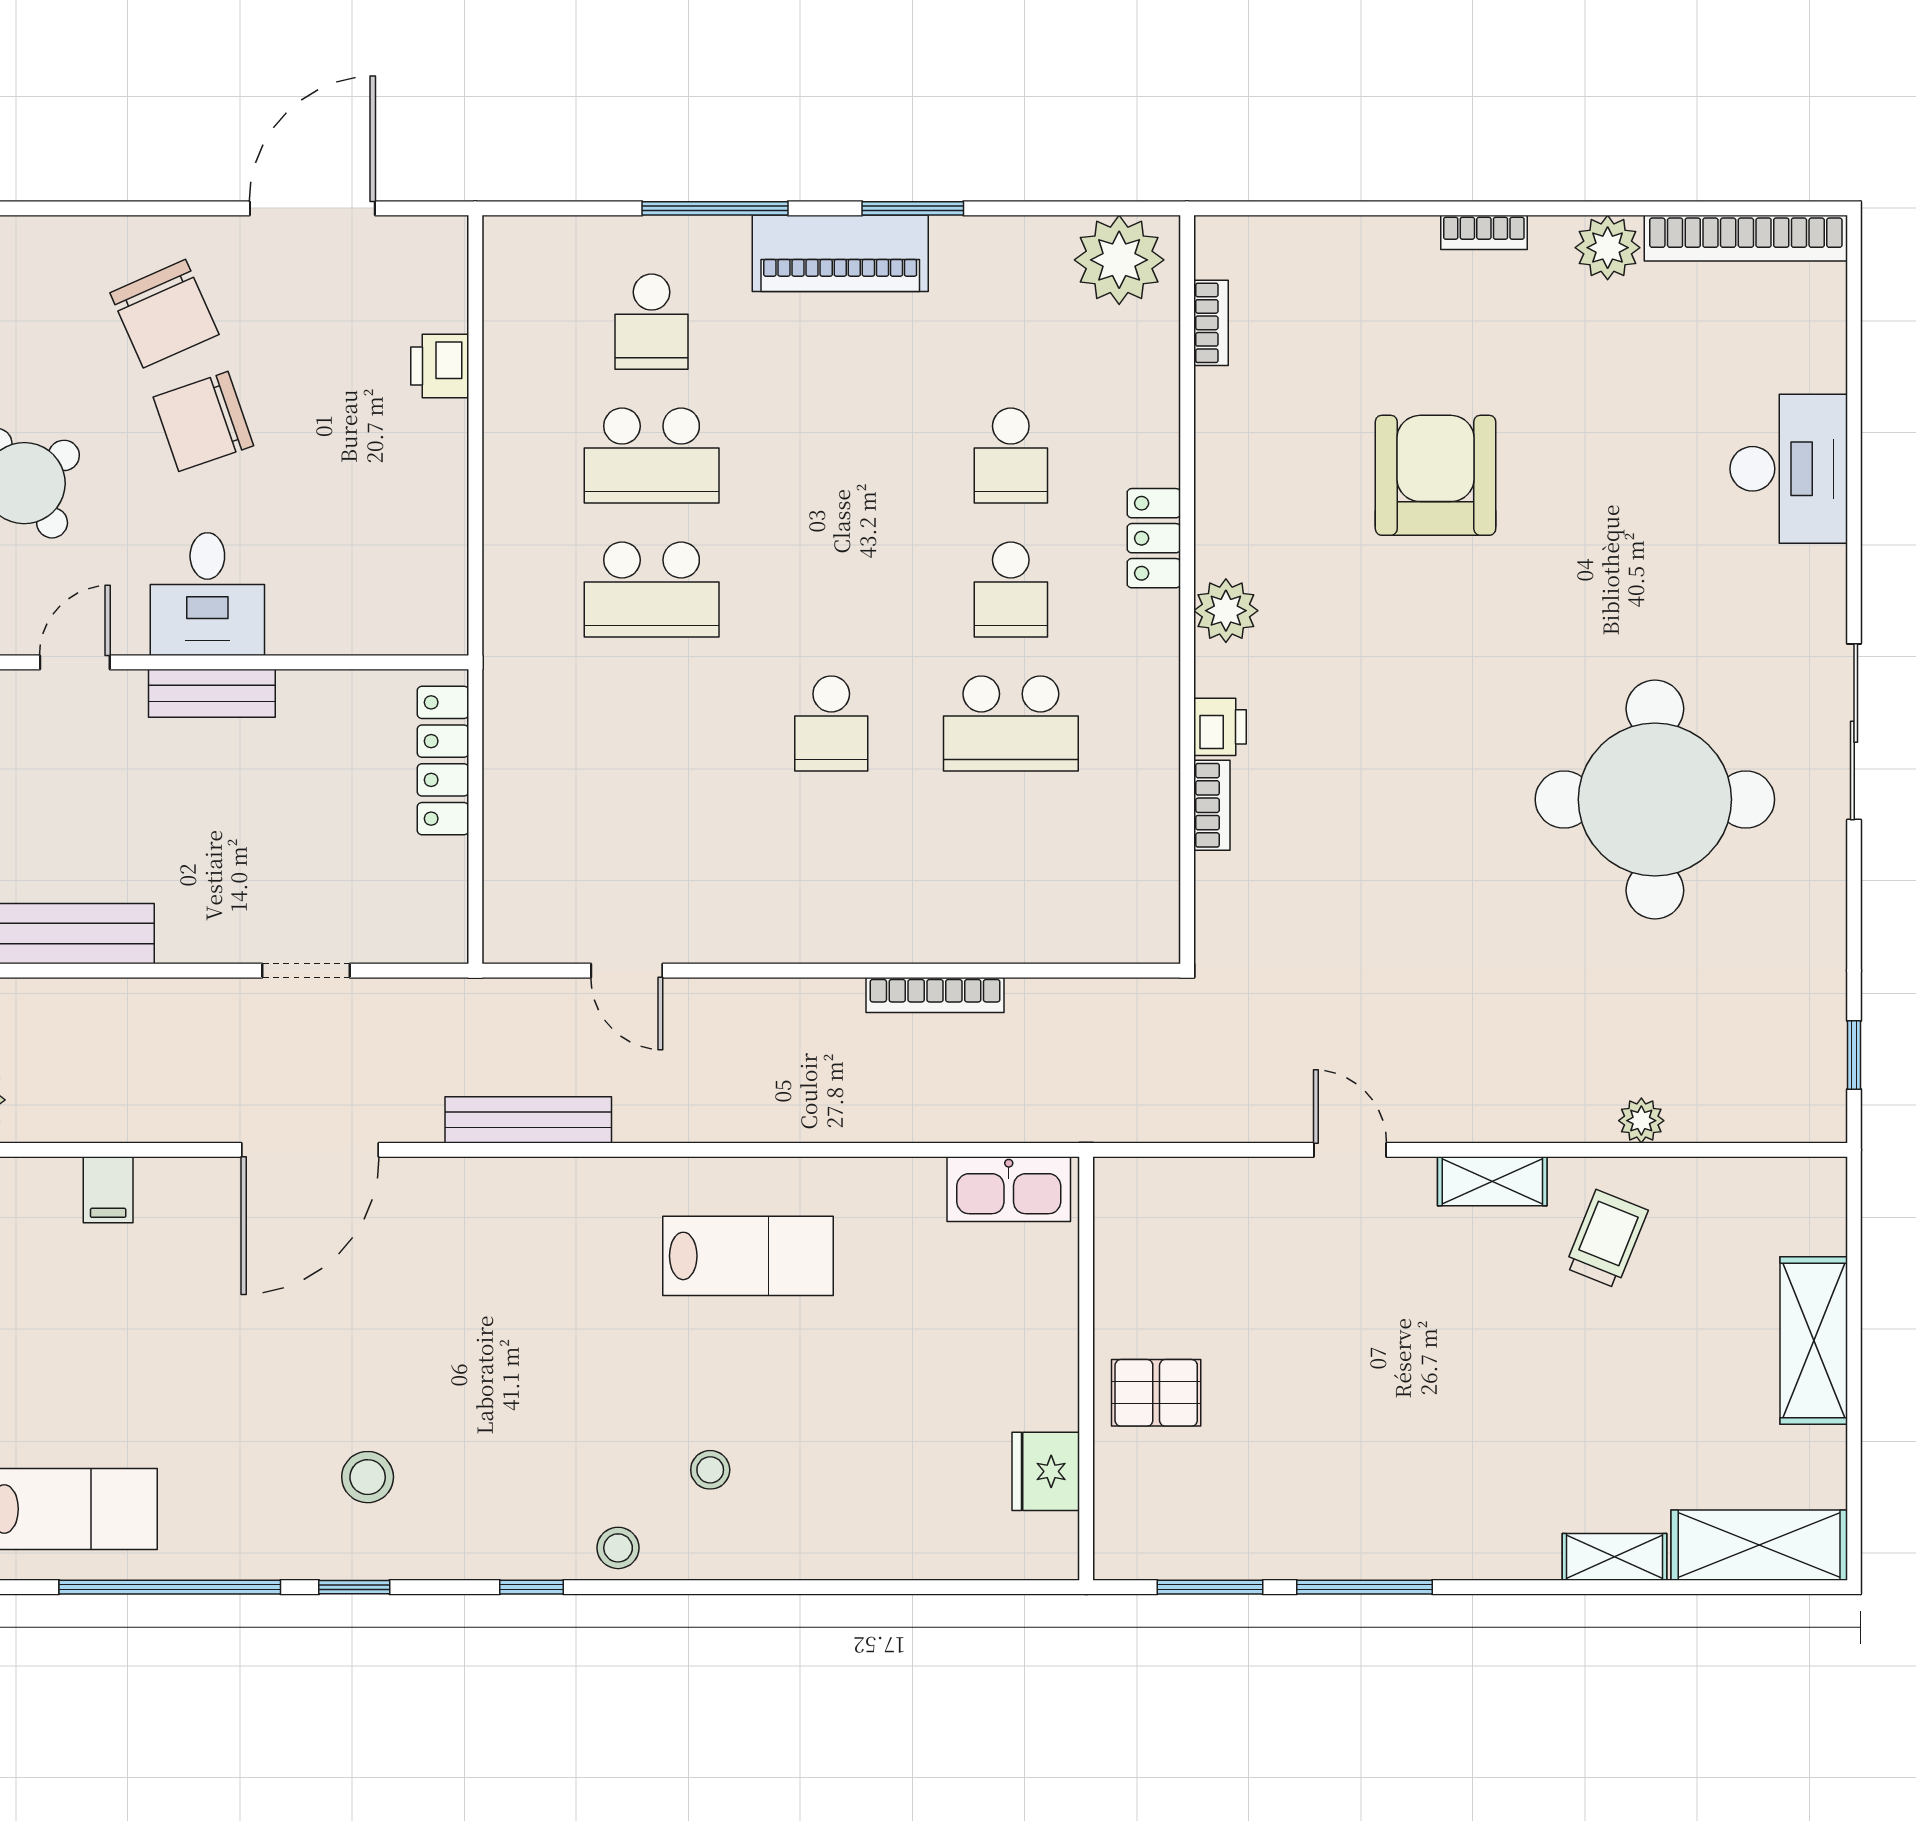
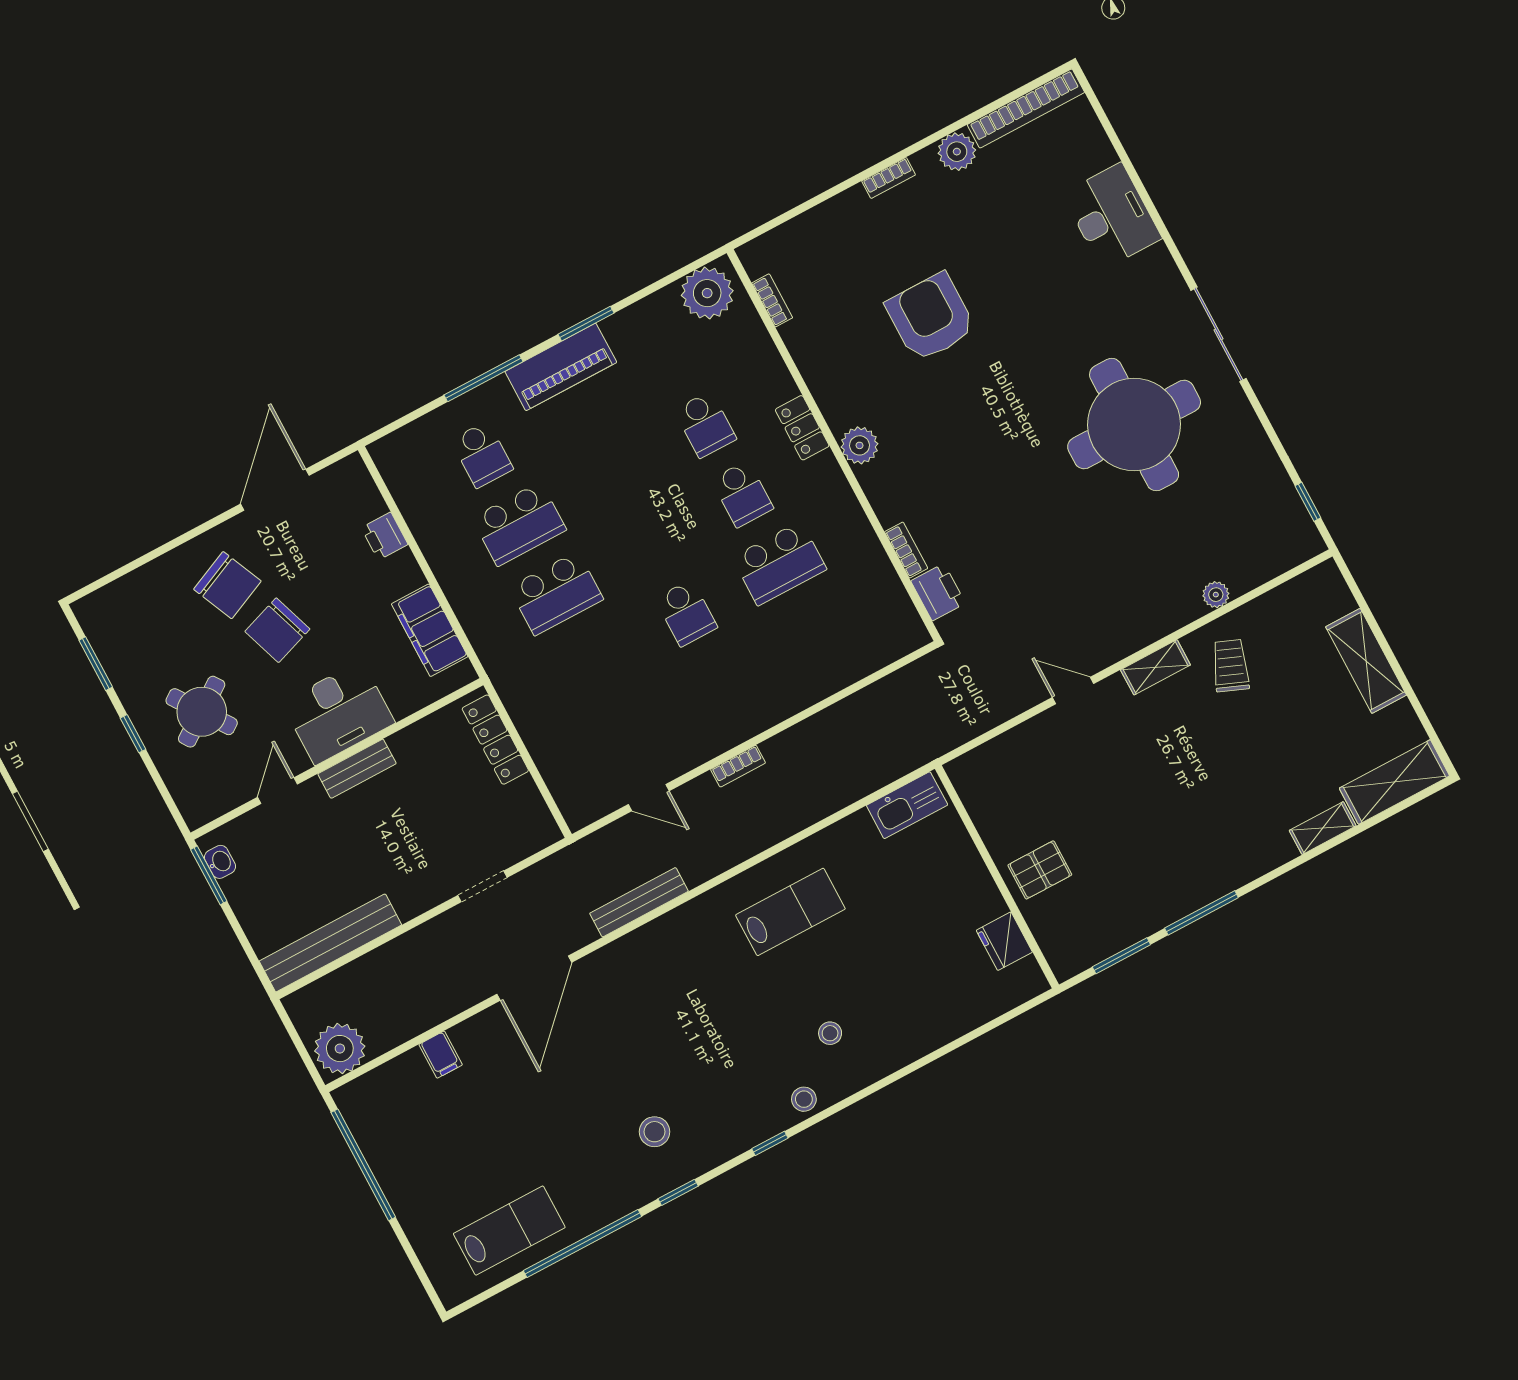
filing cabinet: (432, 544) -> (430, 630), added
desk: (207, 594) -> (338, 713), width x1.37
printer: (1220, 727) -> (938, 592), moved, width x1.36, depth x1.24
bookcase: (935, 995) -> (738, 766), moved, width x0.64

